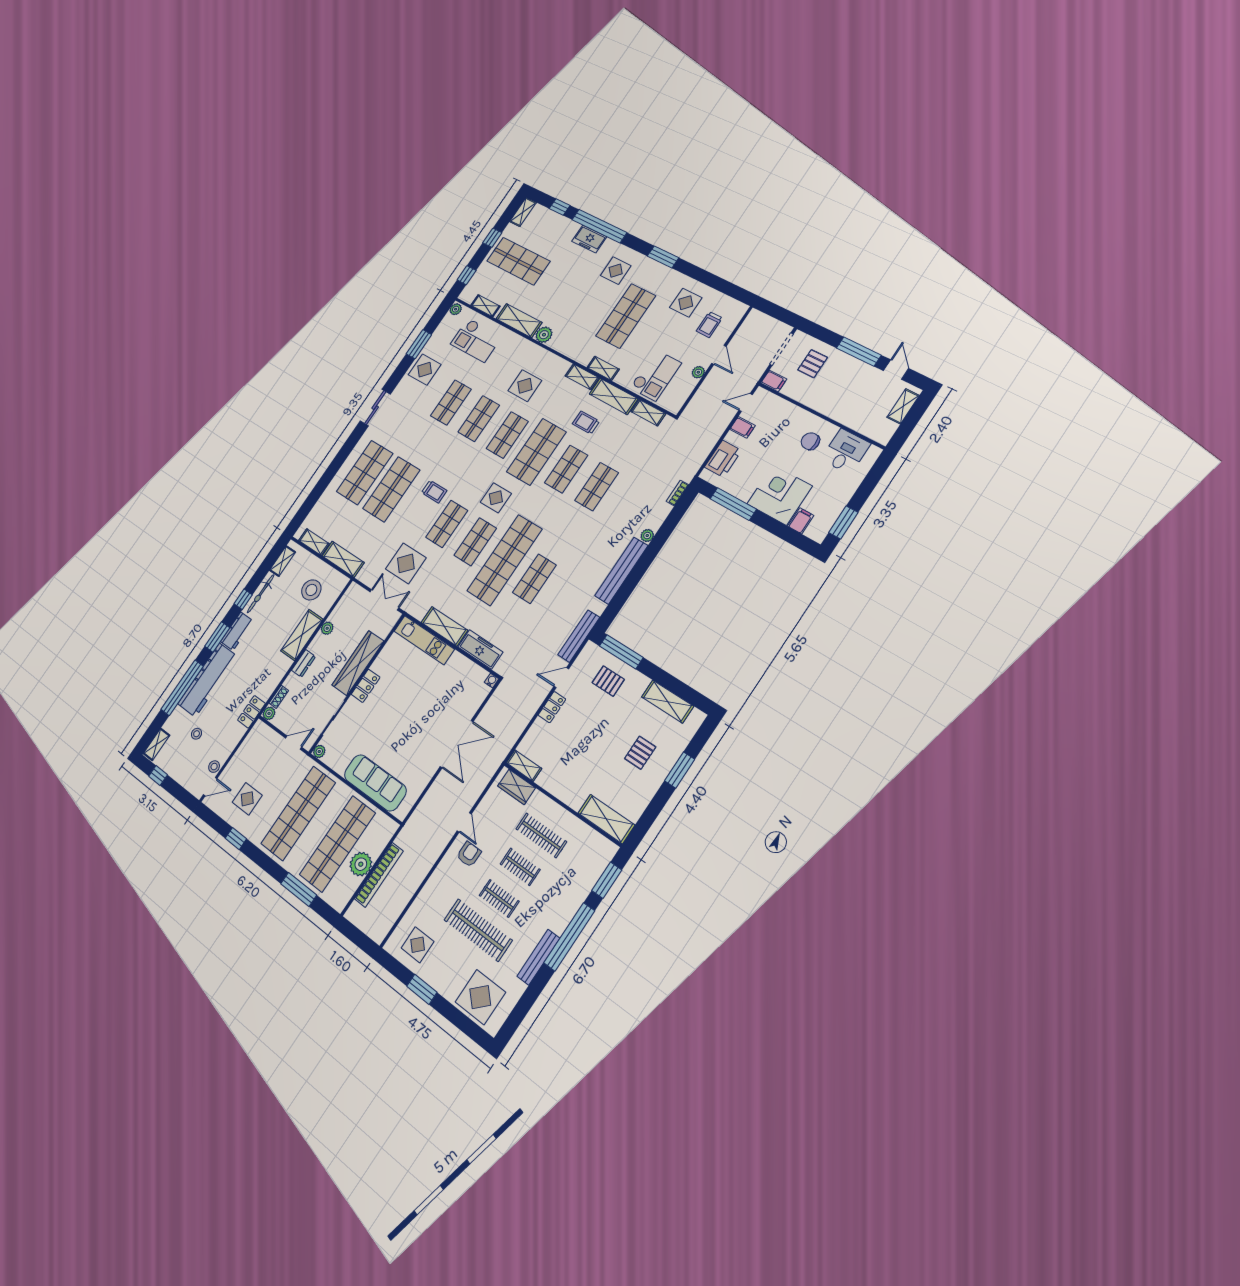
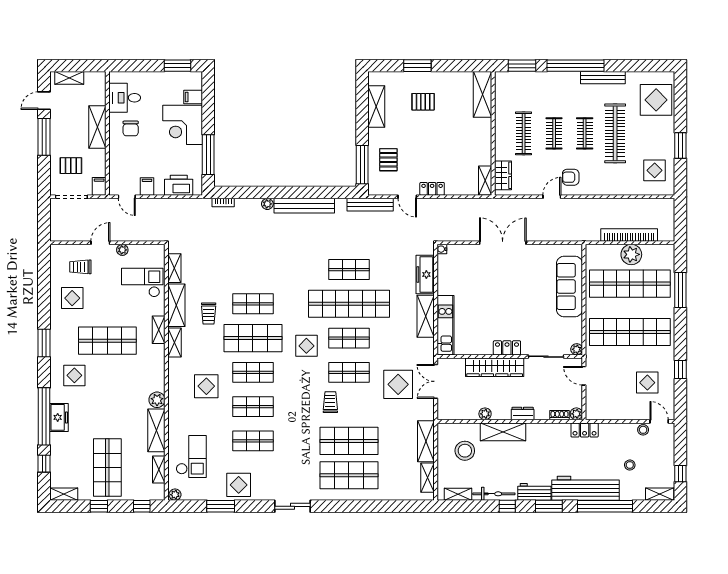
trolley: (709, 325) -> (80, 267), turned 180
shelving: (834, 409) -> (97, 127), added
shop shelf: (596, 487) -> (253, 270), removed

